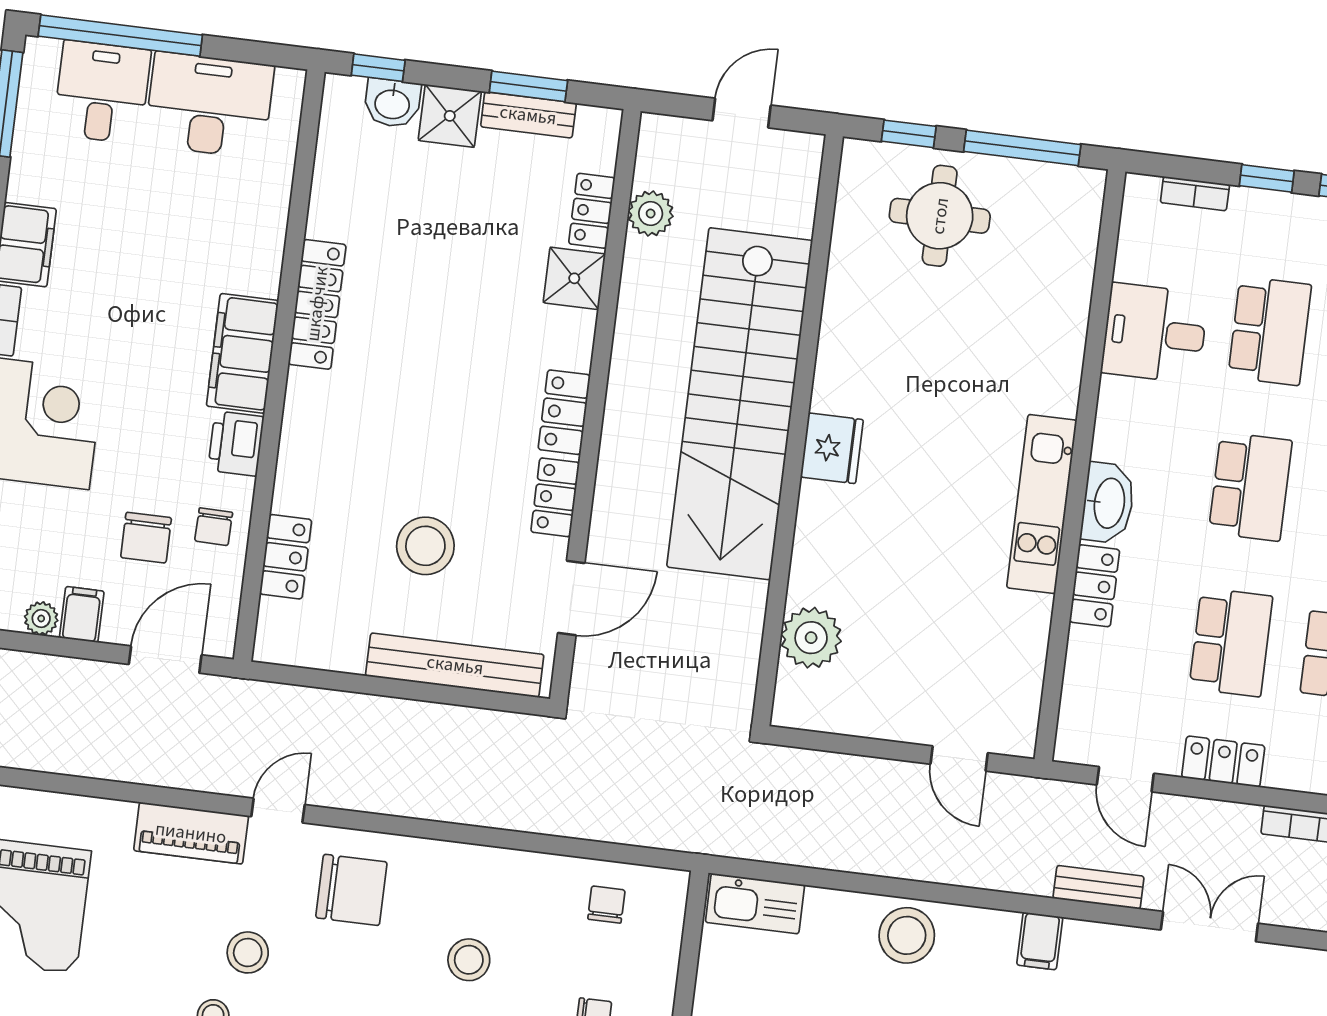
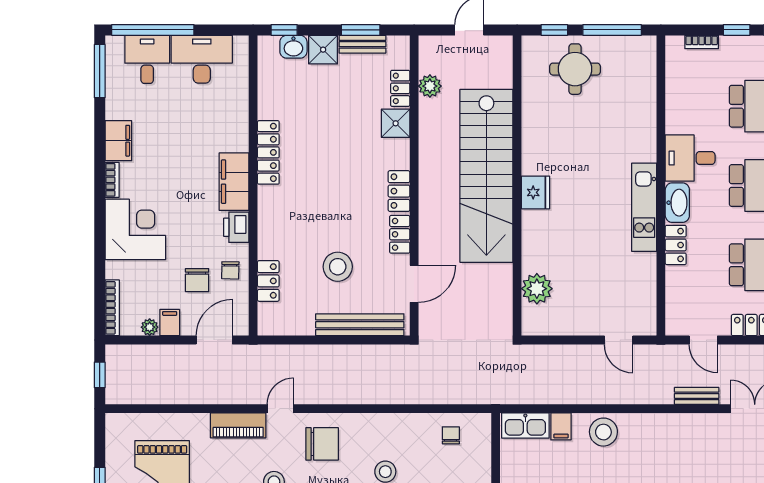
desk: (1155, 333) -> (690, 158), moved
filing cabinet: (1040, 941) -> (561, 426), moved

